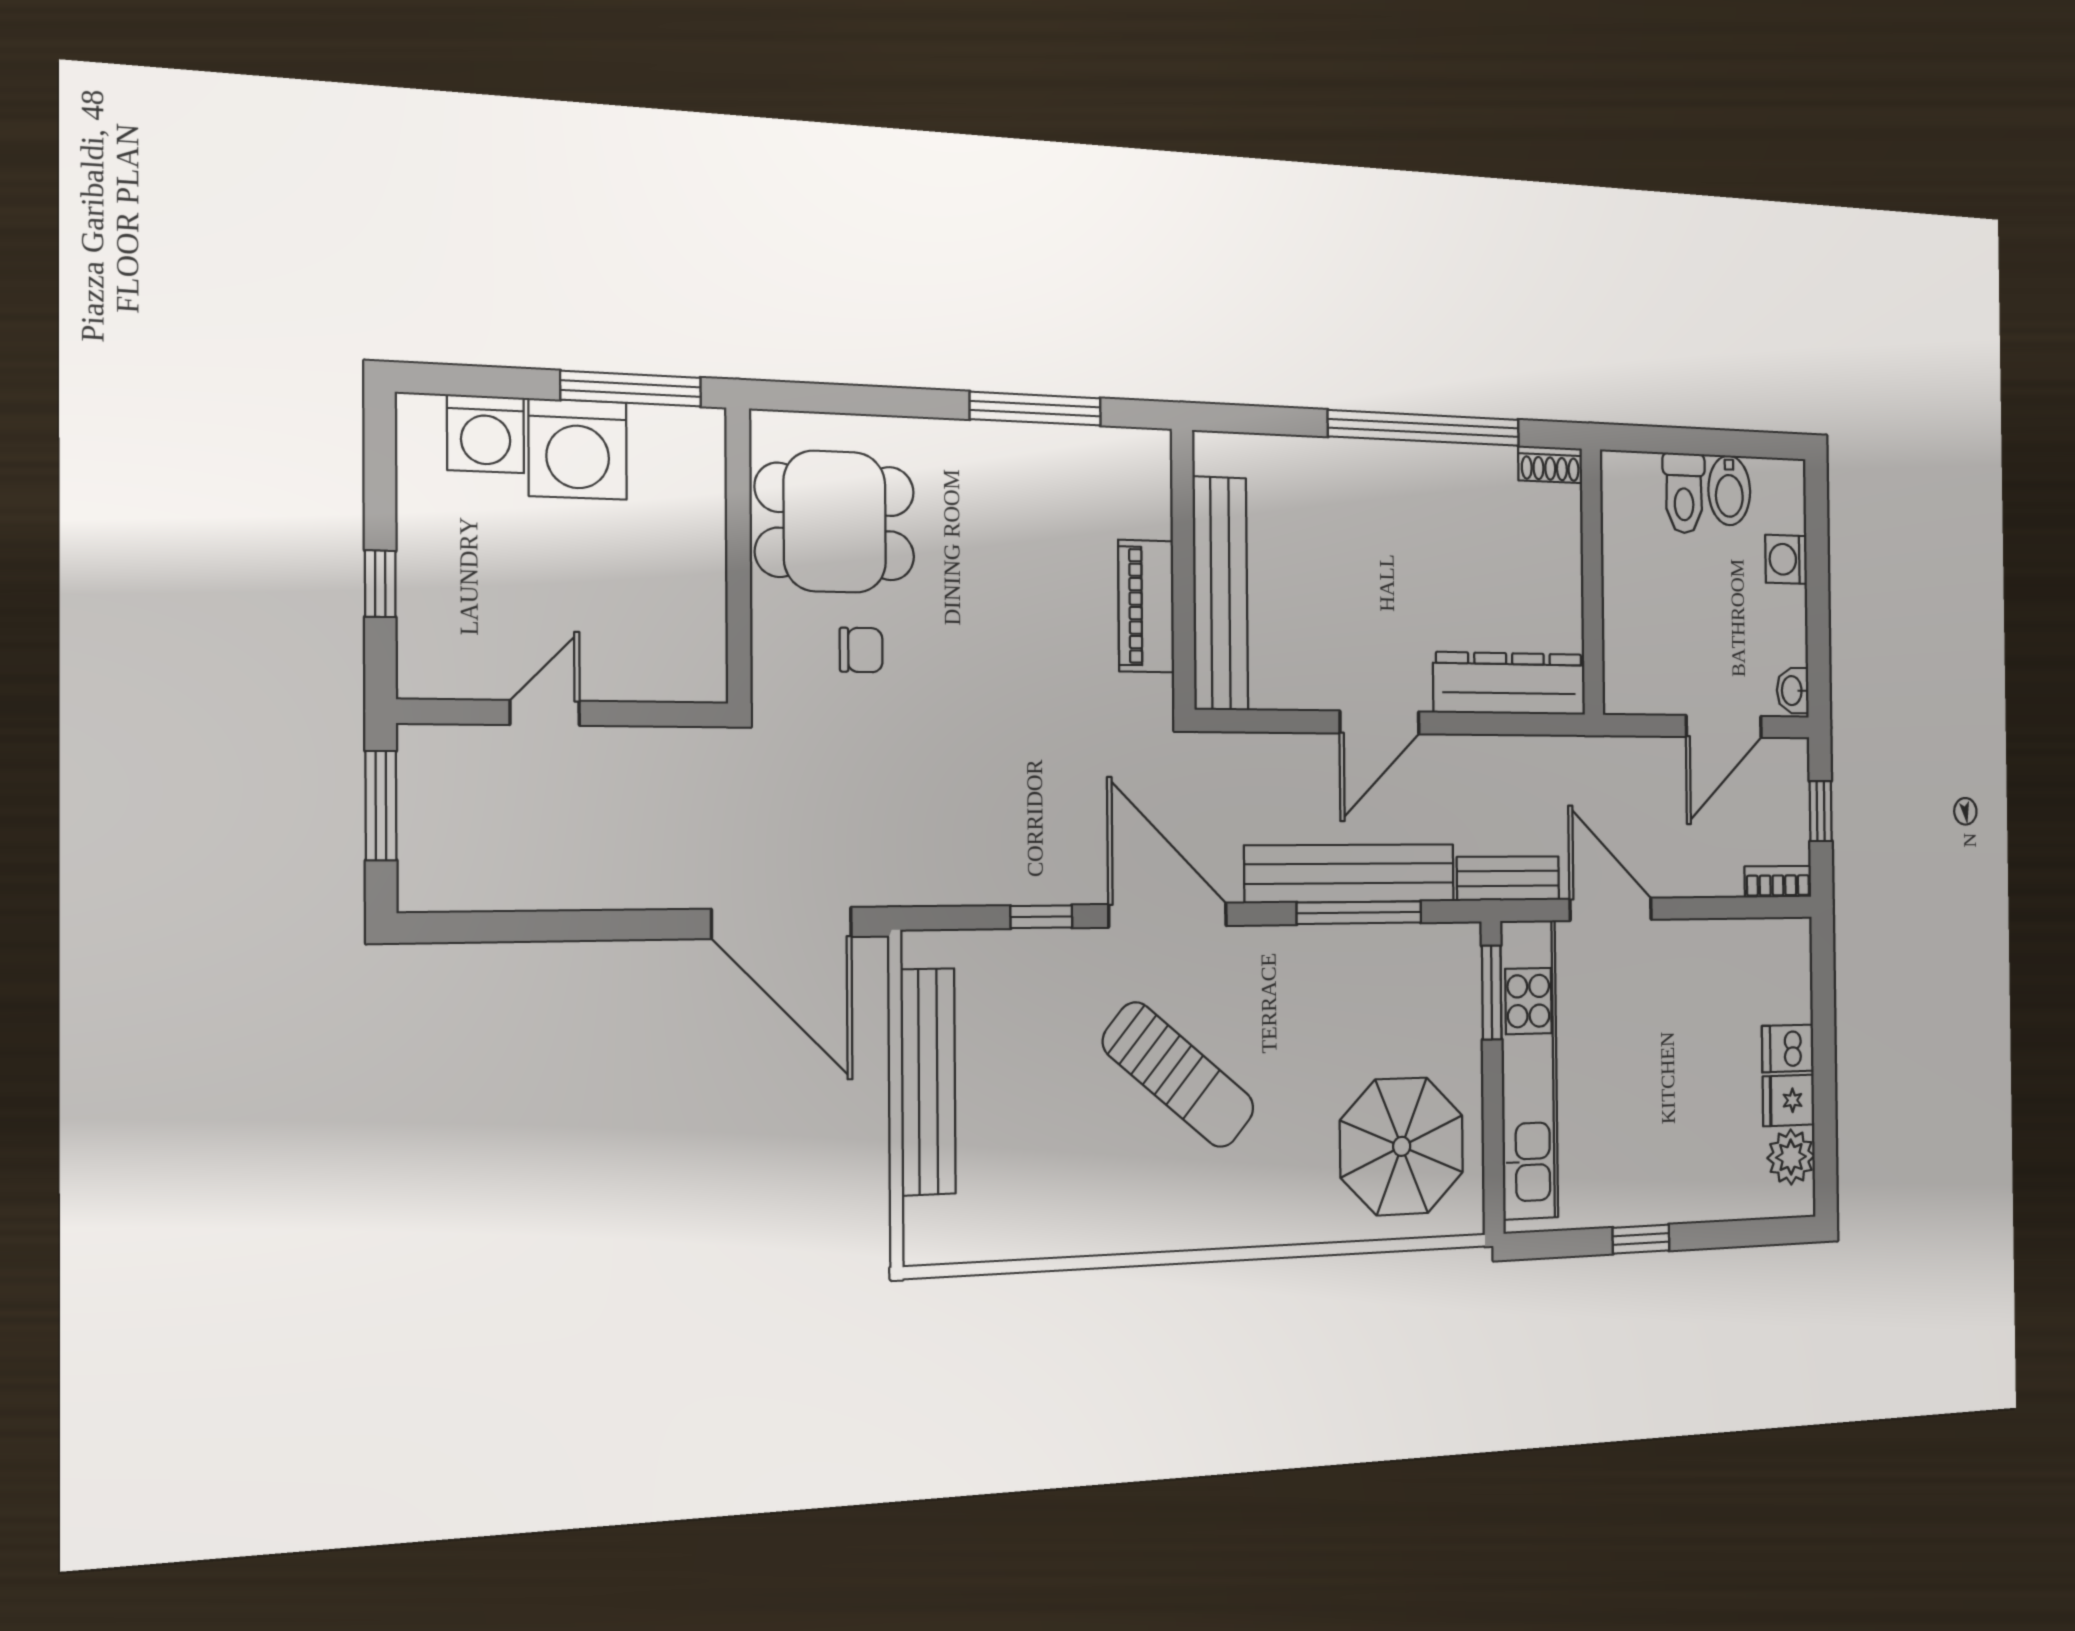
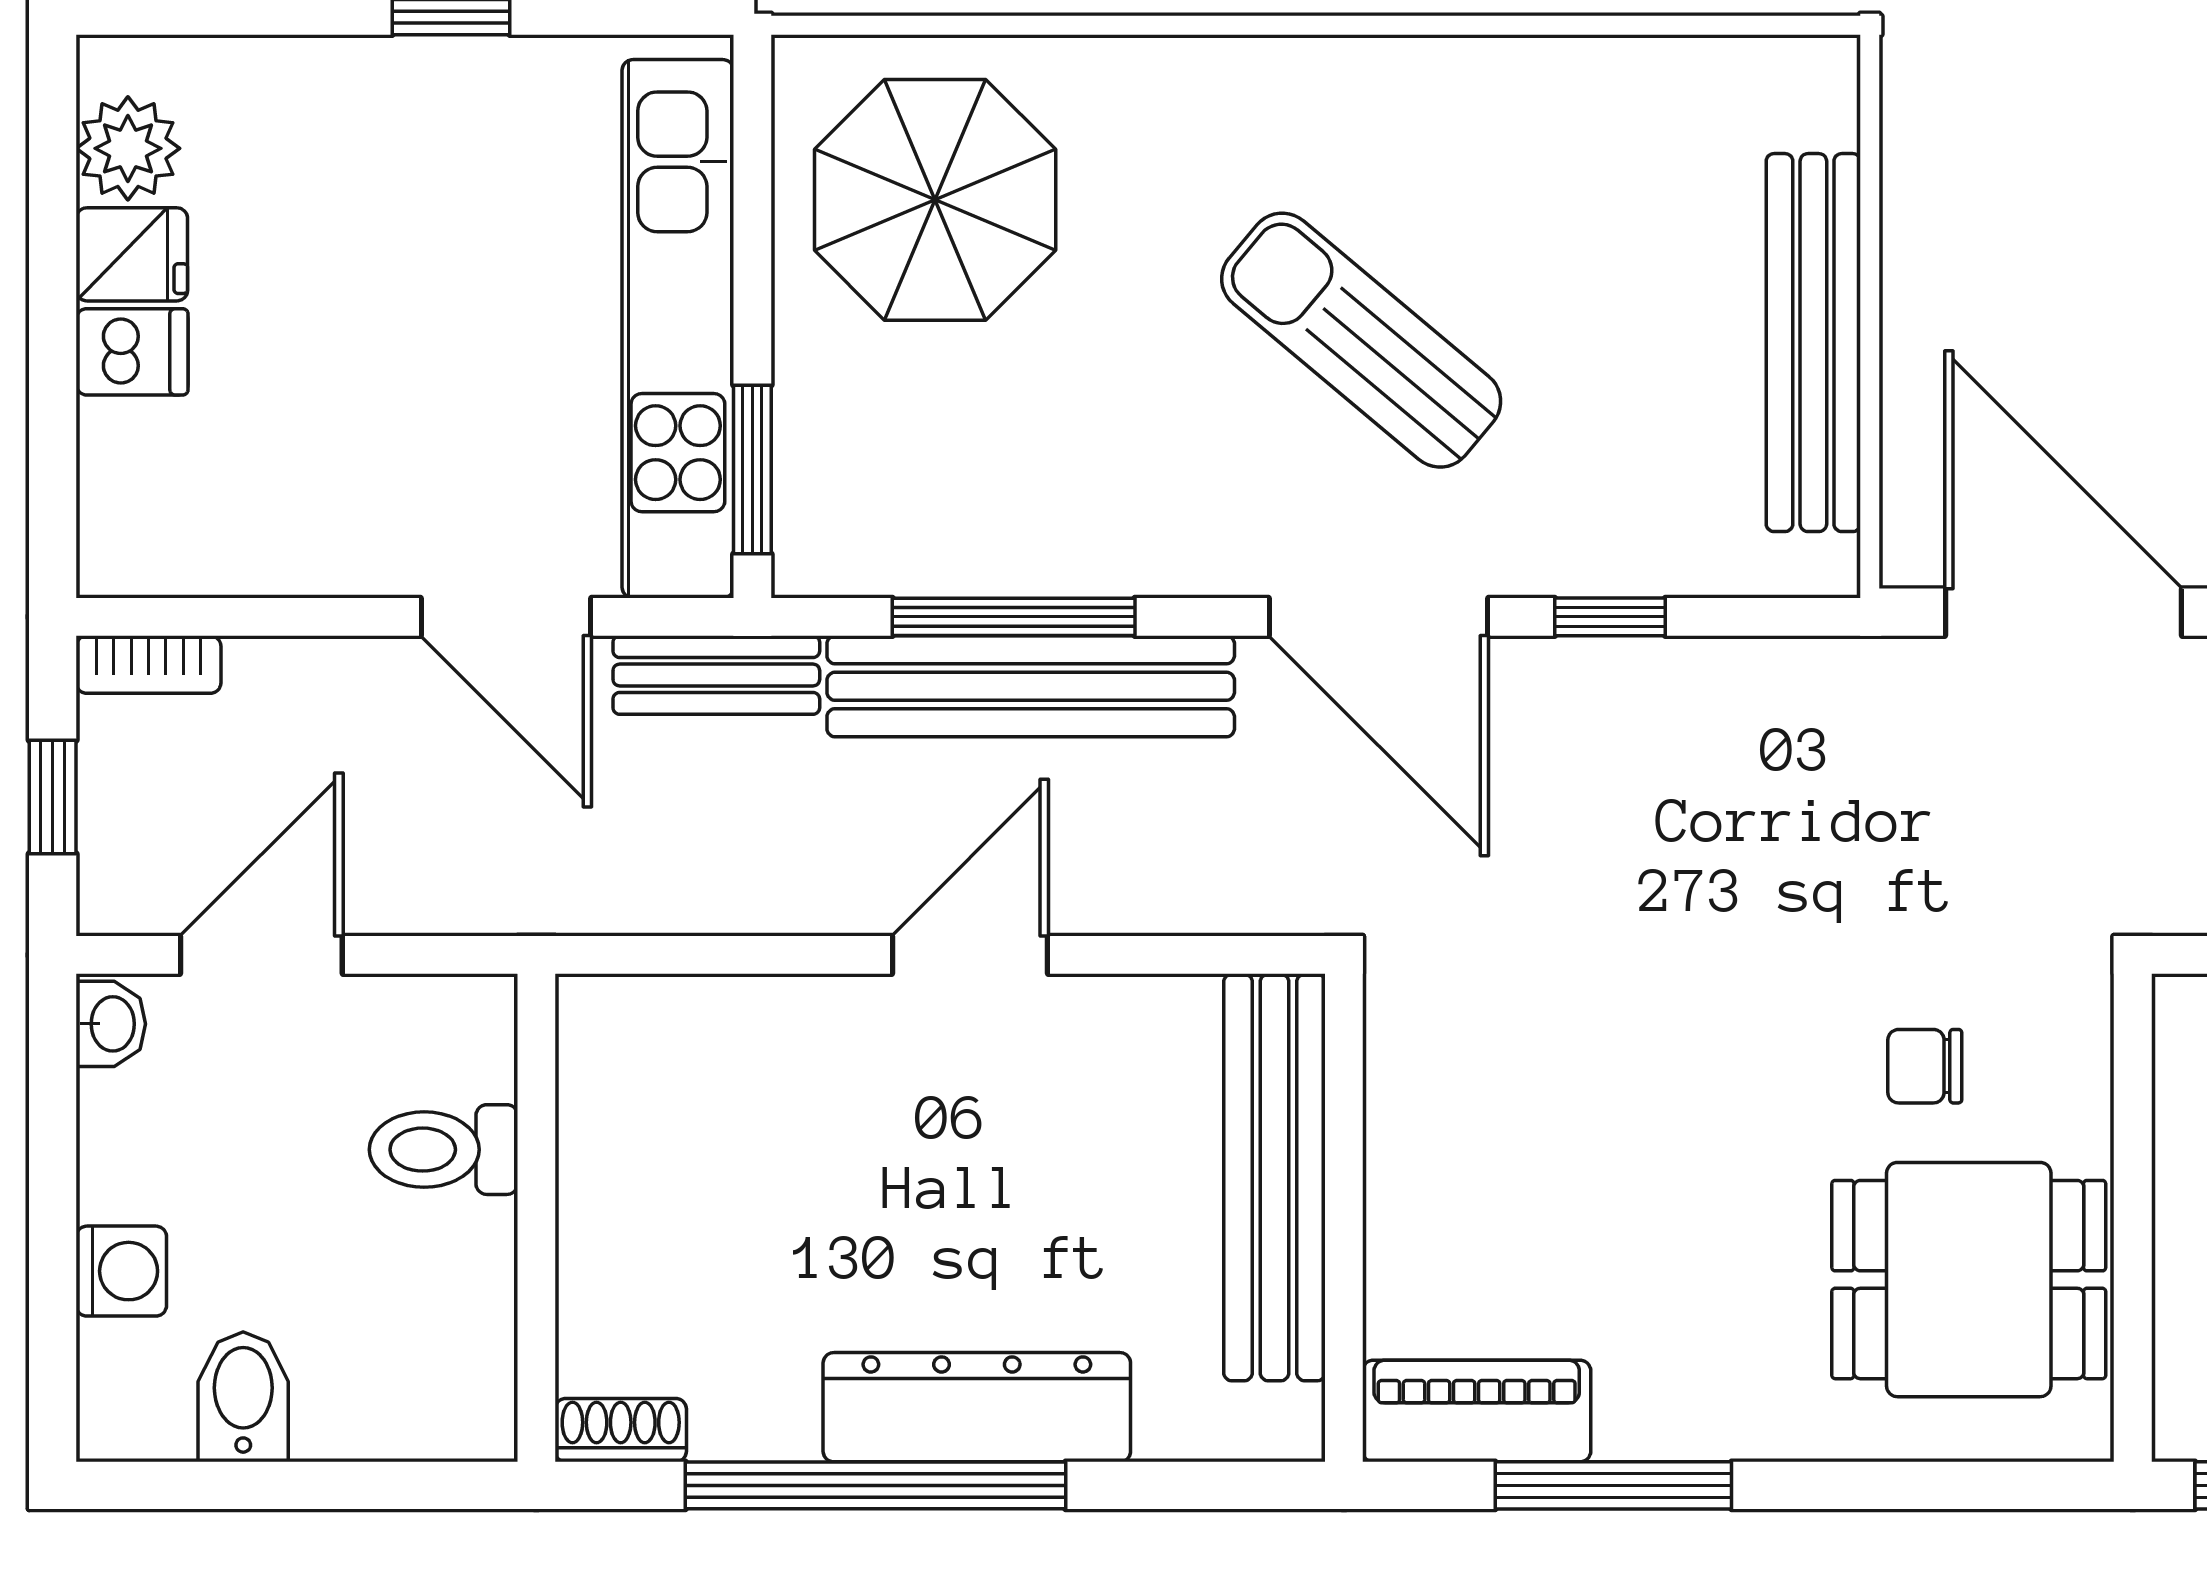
toilet: (1684, 493) -> (443, 1150), moved, turned -90
piano: (1146, 606) -> (1477, 1411), moved, turned -90
dresser: (1509, 683) -> (977, 1407), moved, turned 180

